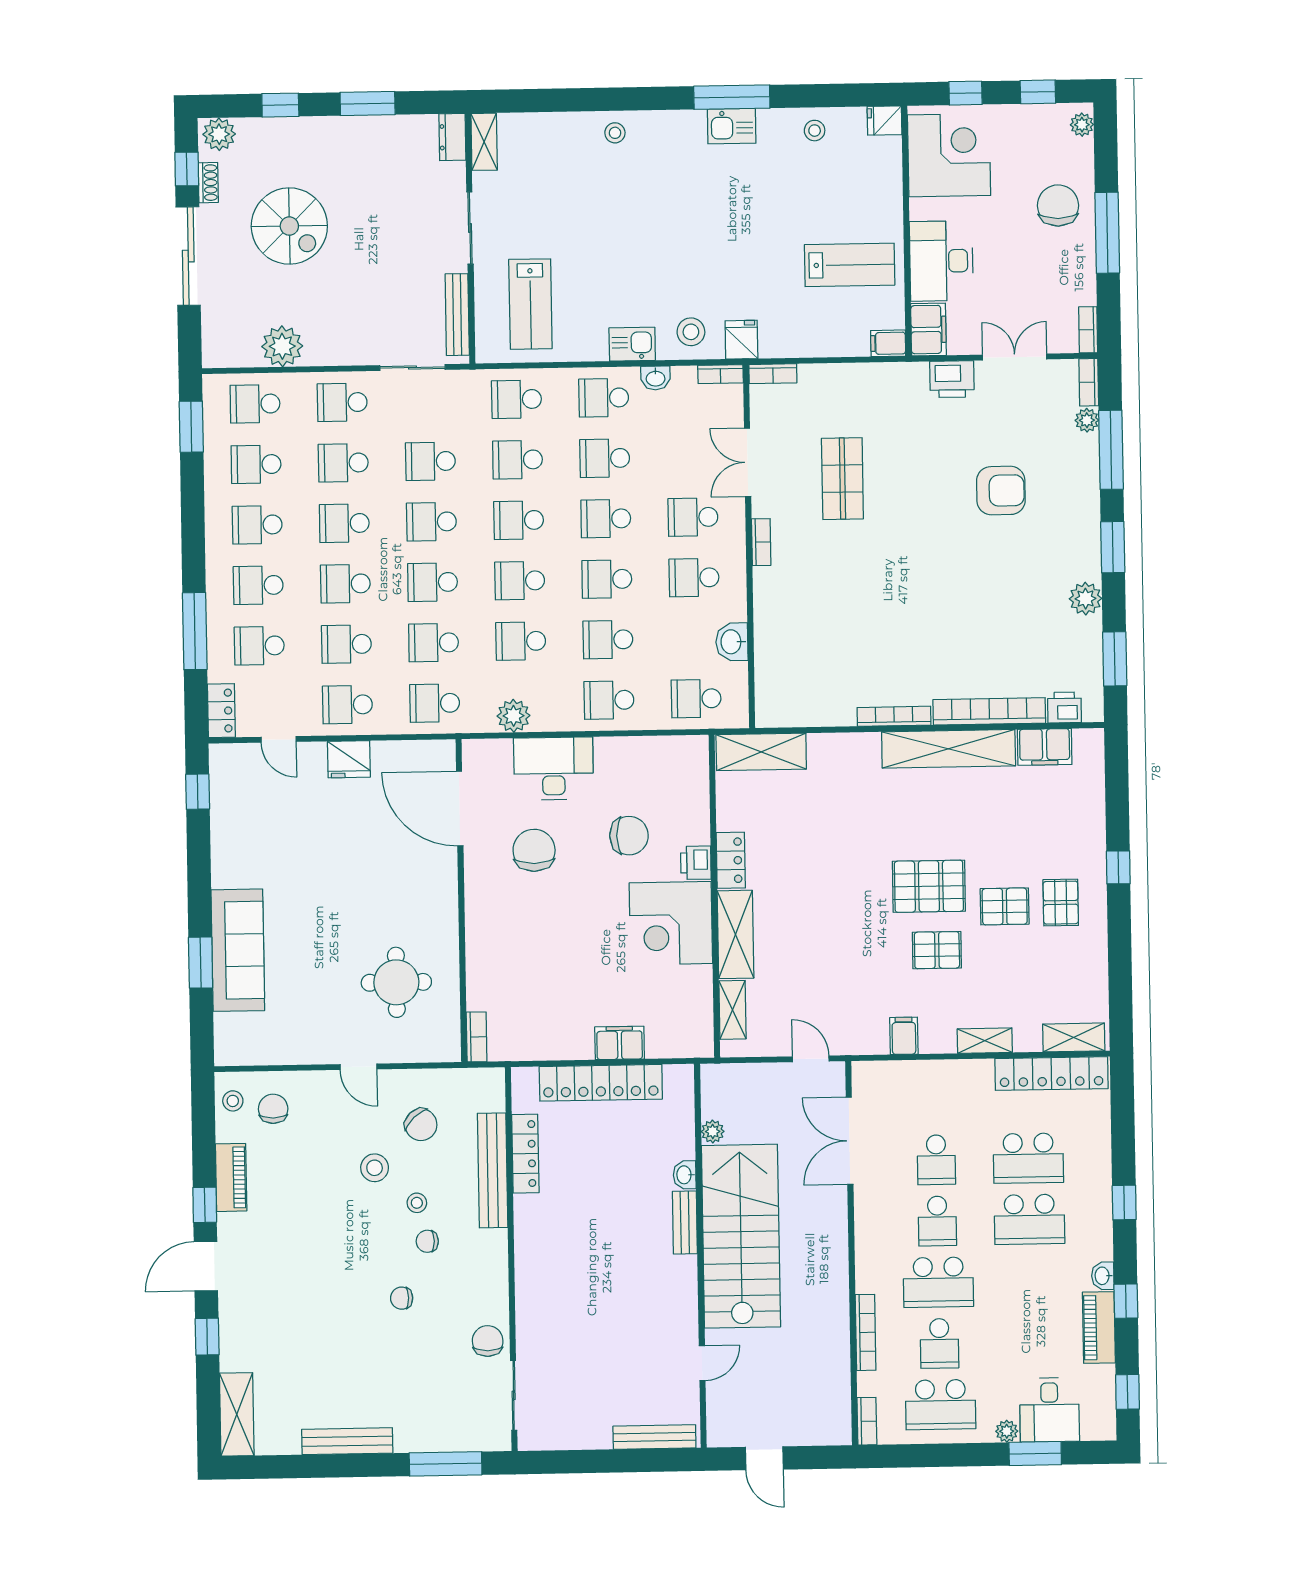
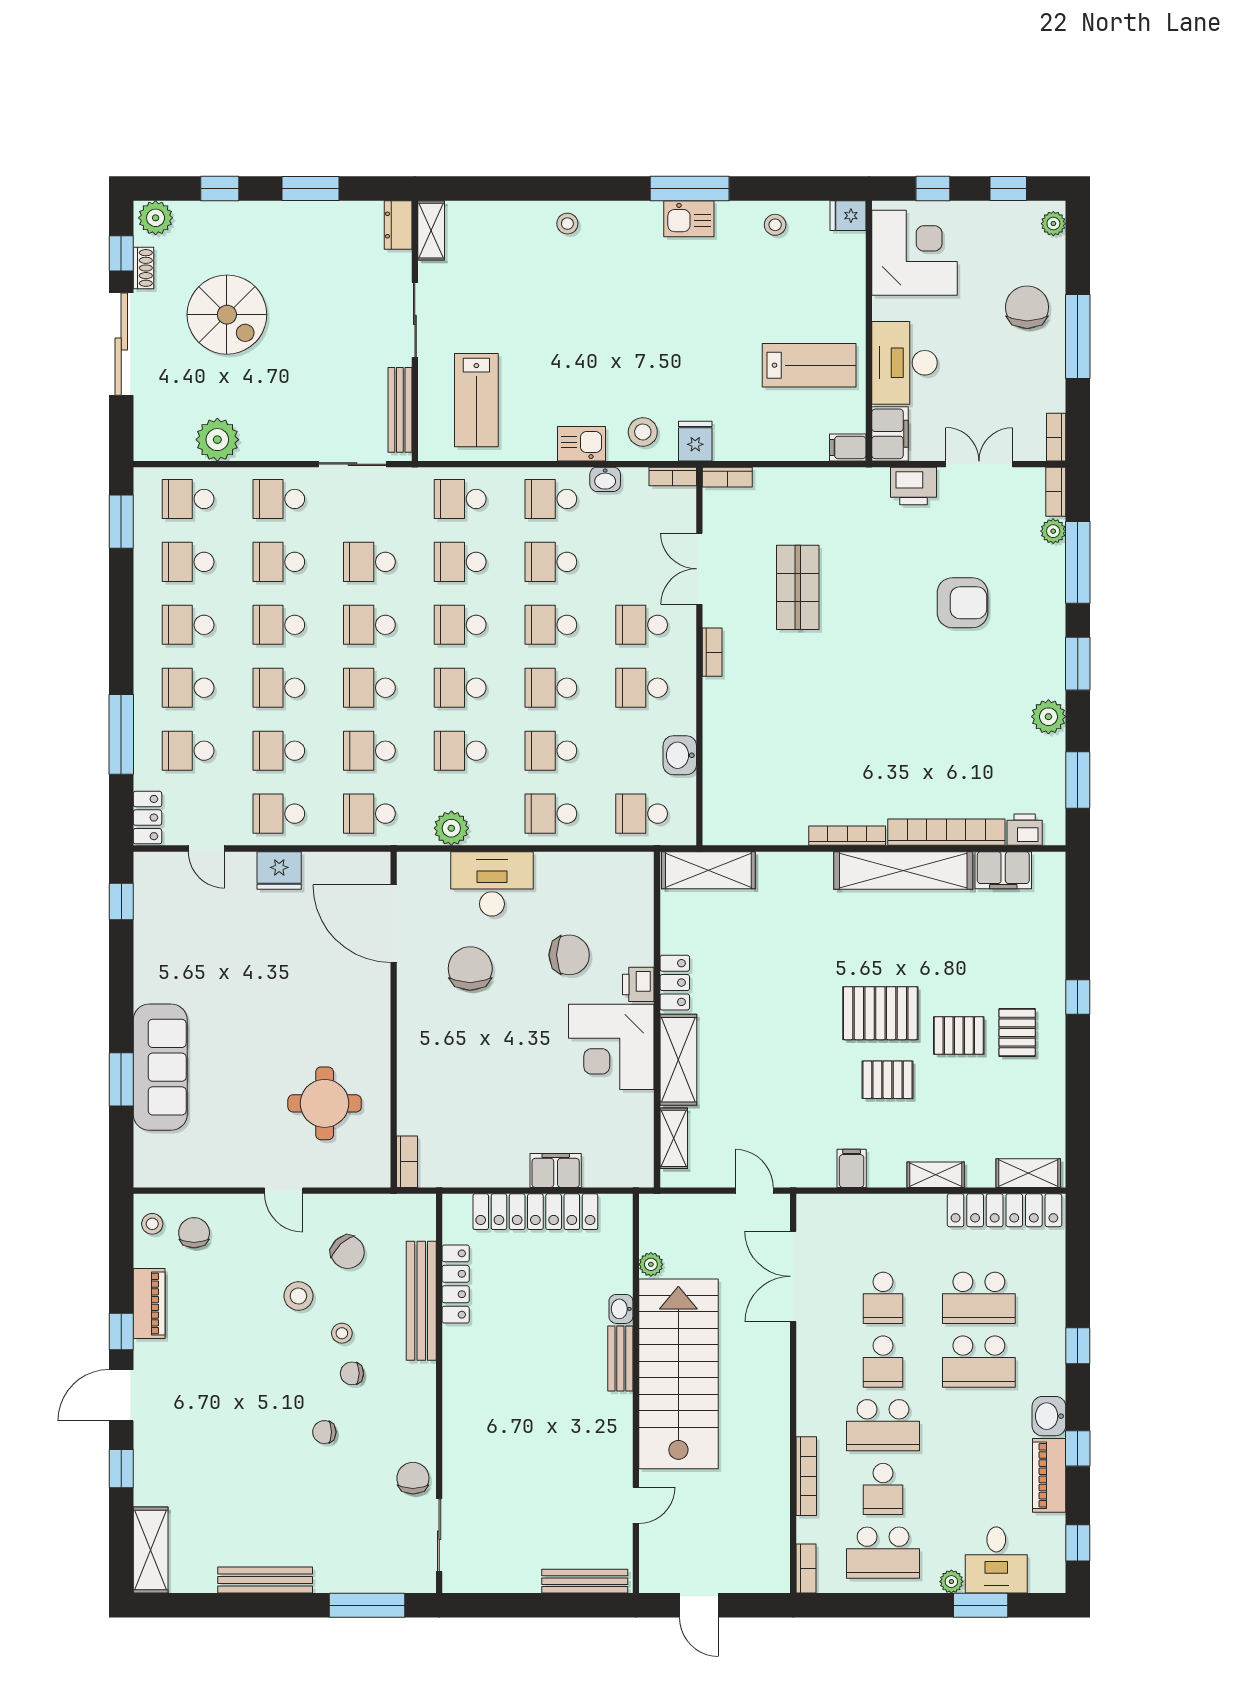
washbasin: (1103, 1276) -> (1049, 1416), width x1.38, depth x1.45

